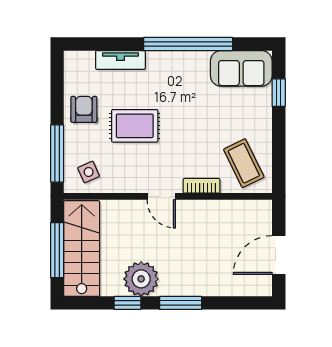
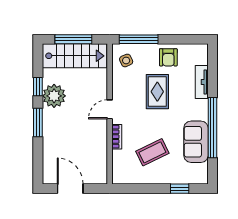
sofa: (241, 68) -> (196, 142), moved
armchair: (84, 109) -> (168, 57), turned 90
coffee table: (244, 163) -> (152, 152), moved

